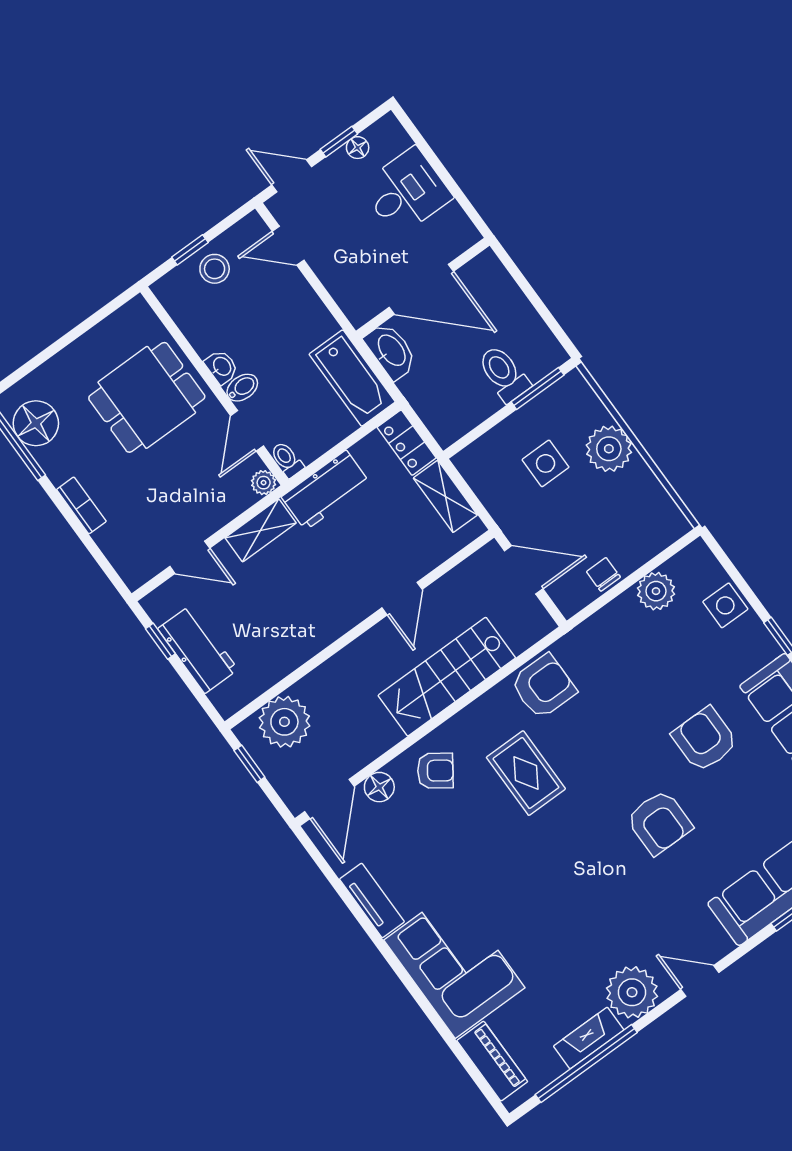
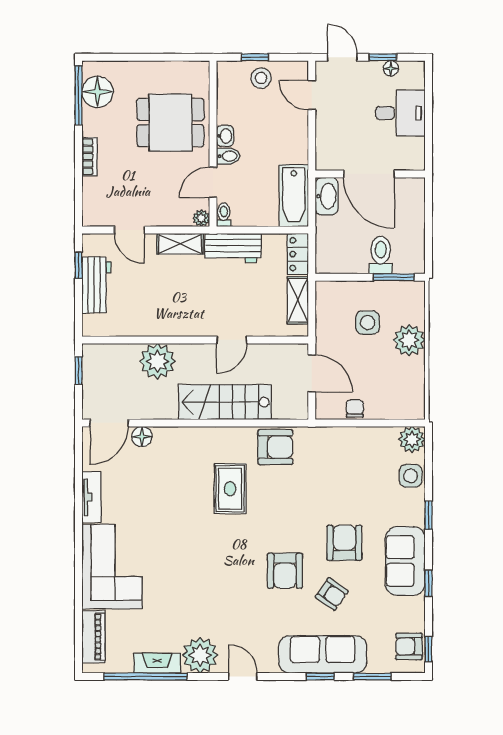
plant: (656, 591) -> (412, 439), moved
plant: (284, 722) -> (158, 361), moved
armchair: (435, 771) -> (332, 594), moved

